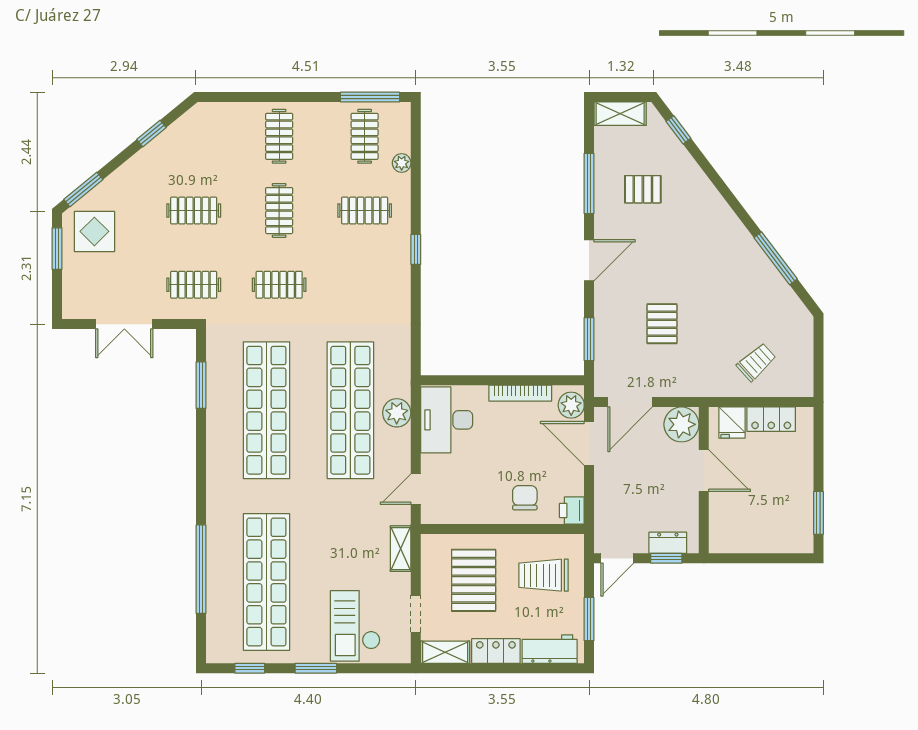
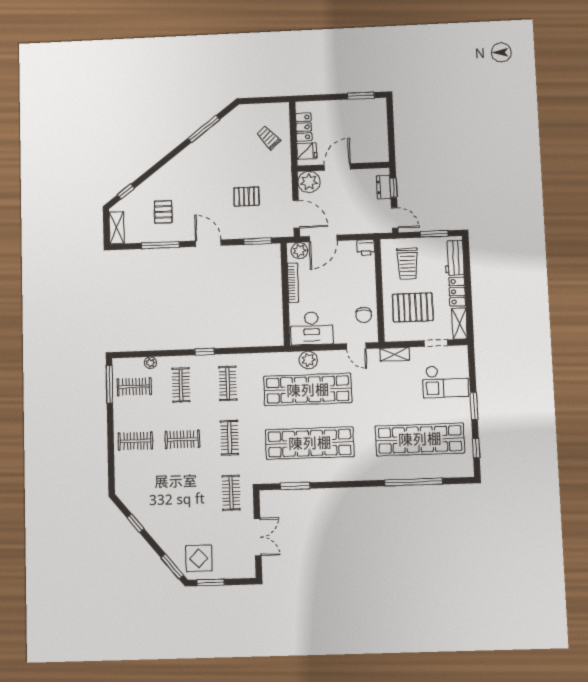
clothes rail: (194, 211) -> (228, 383), moved
chair: (525, 498) -> (364, 315), moved, turned -90

